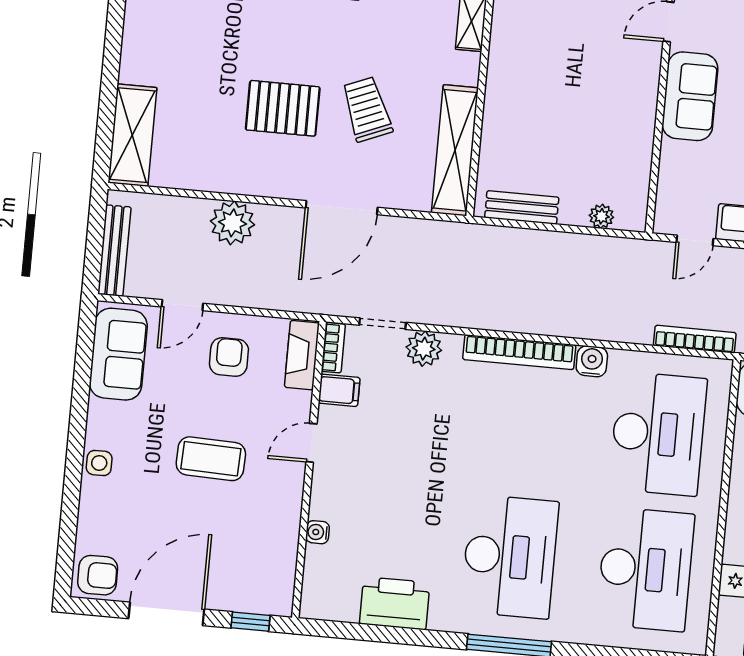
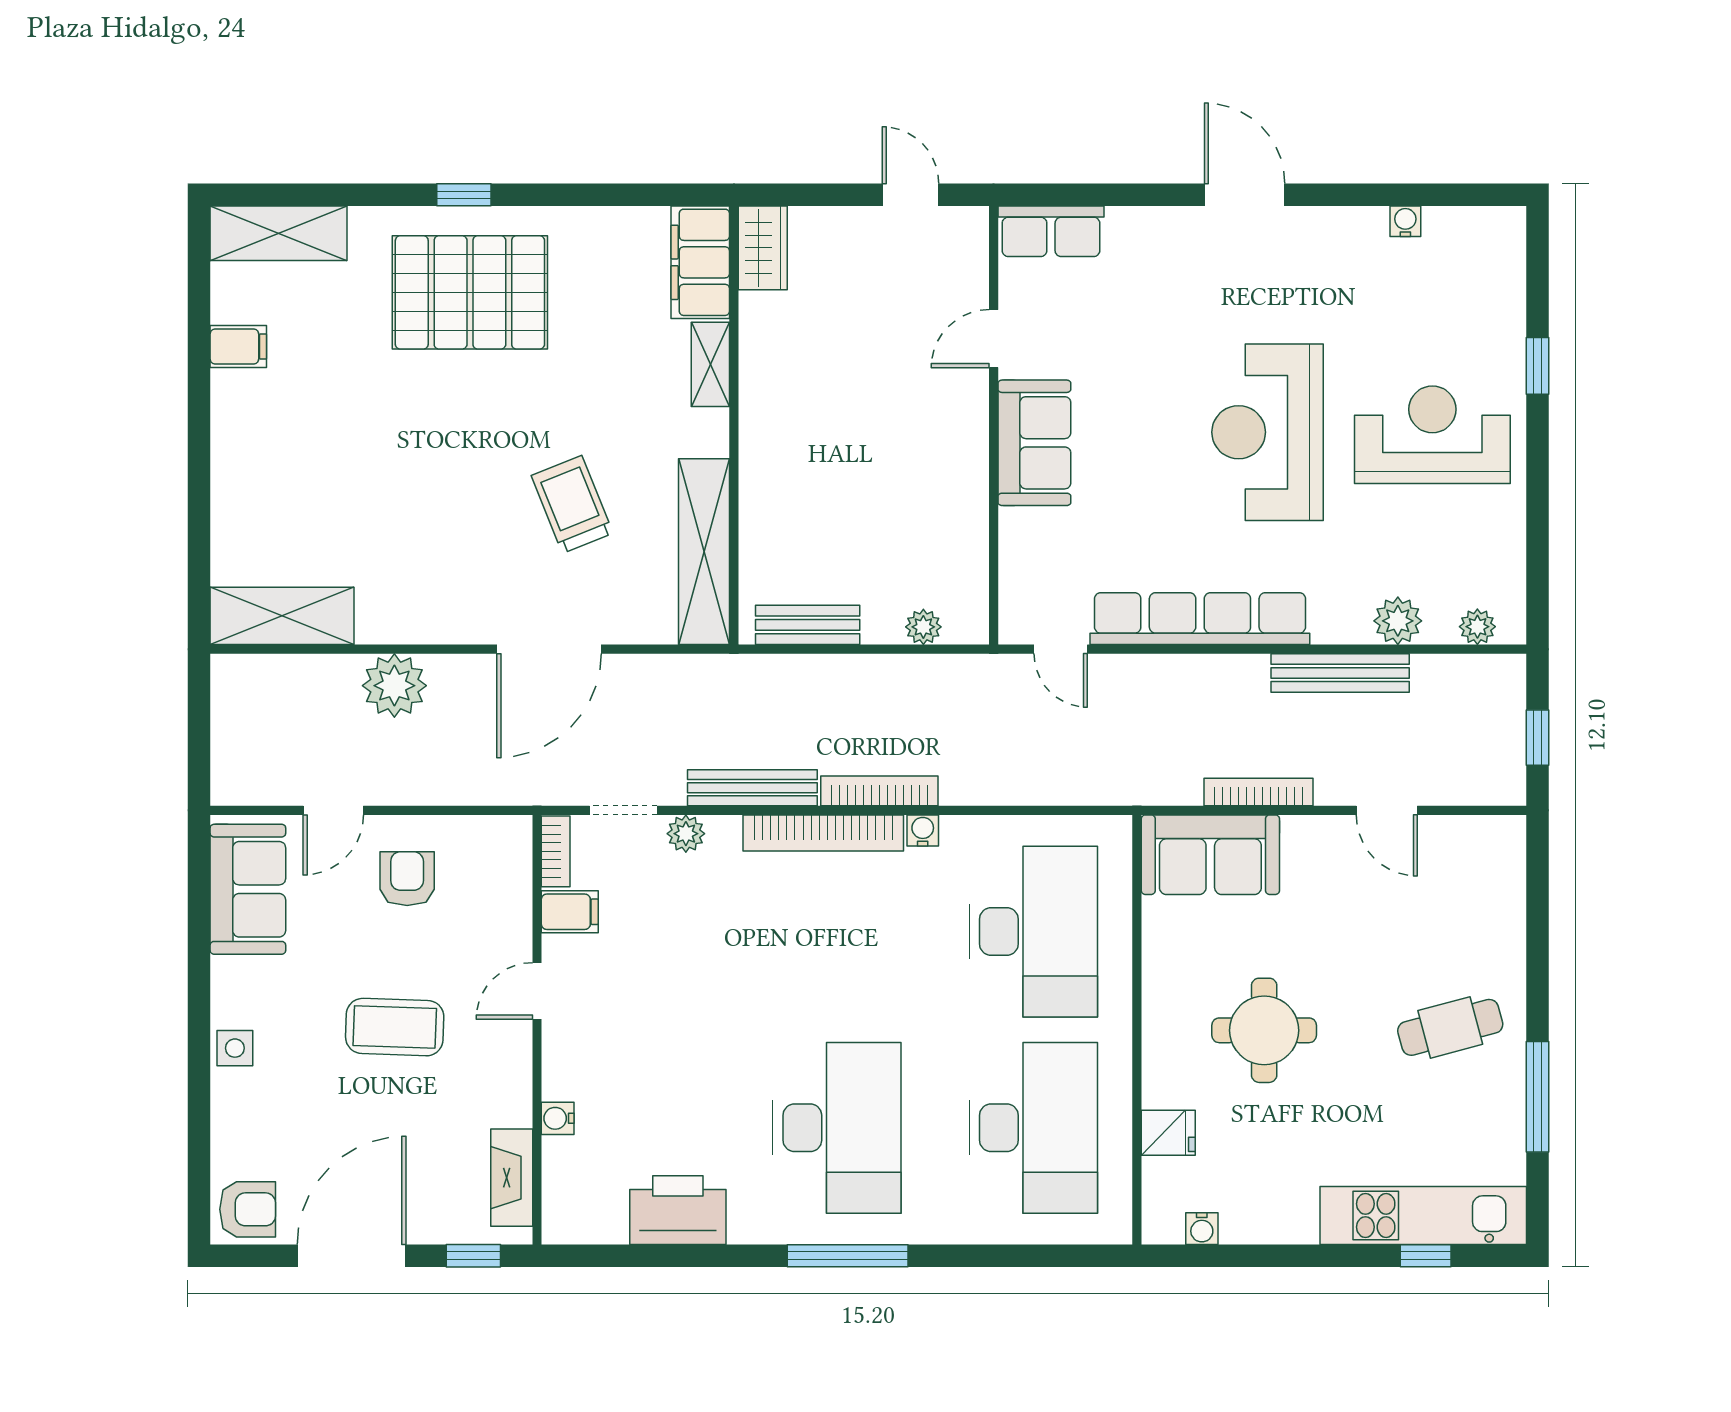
pallet: (283, 108) -> (451, 514), removed
shelving: (132, 135) -> (282, 616), moved, turned 90
door: (695, 240) -> (1061, 649), hinge flipped
bench: (114, 251) -> (752, 788), moved, turned 90
bookcase: (695, 339) -> (879, 791), moved
plant: (424, 349) -> (686, 834), width x0.73, depth x0.73
fireplace: (302, 355) -> (512, 1178), moved
water cooler: (592, 361) -> (923, 830), width x0.72, depth x0.72

